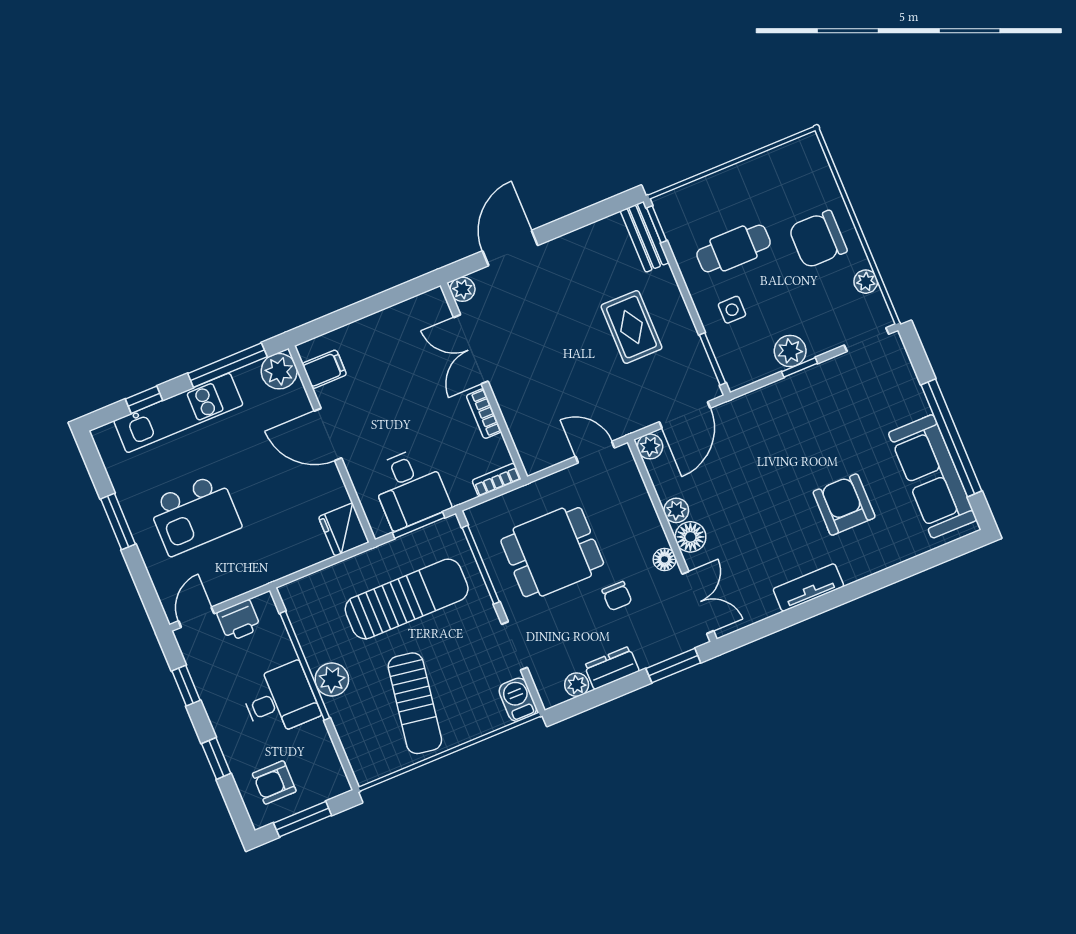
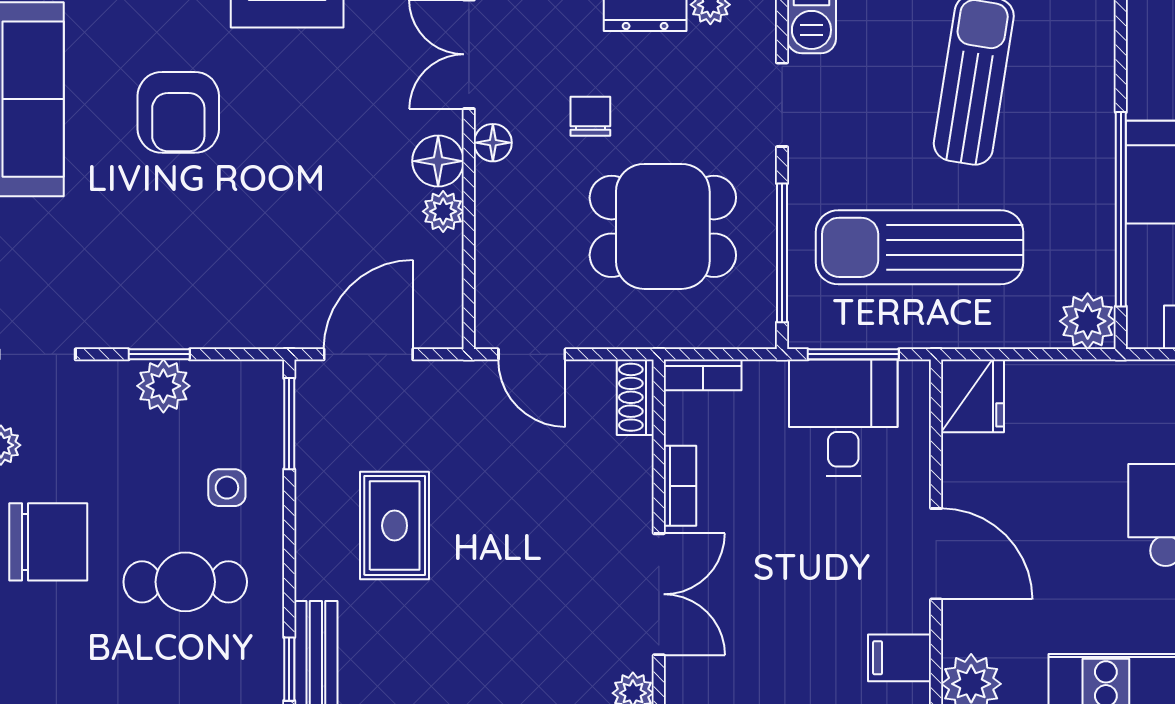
plant: (650, 446) -> (443, 328), removed
shoe rack: (528, 452) -> (635, 397), added
plant: (332, 680) -> (1088, 321), moved

